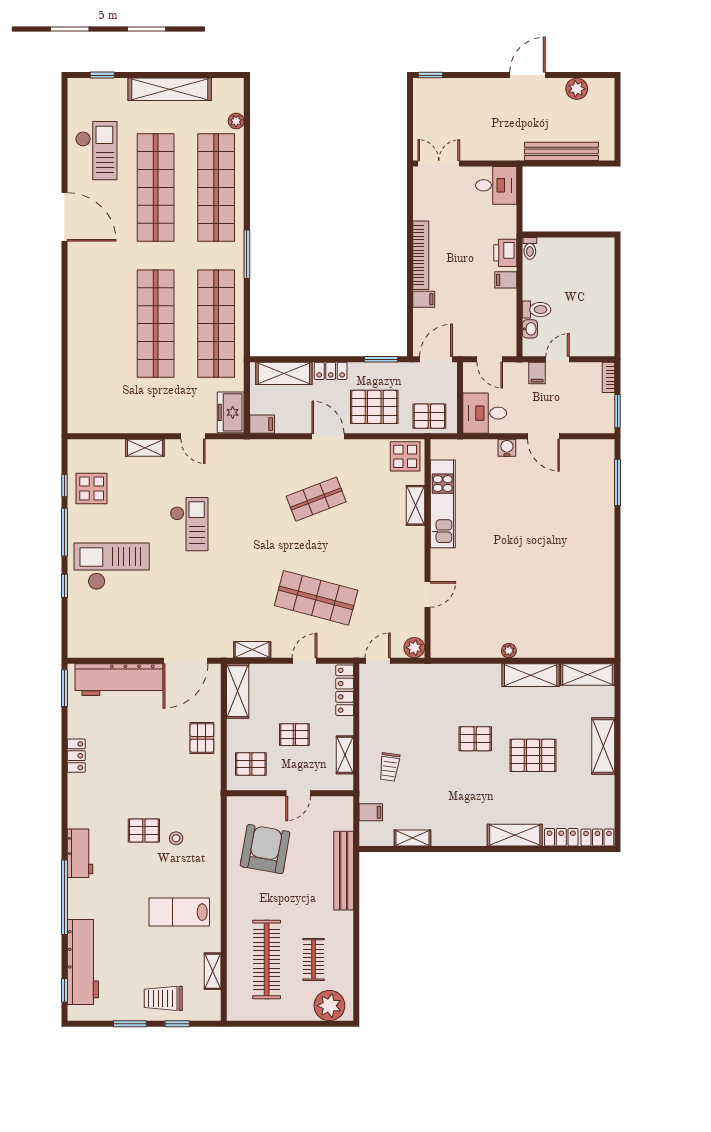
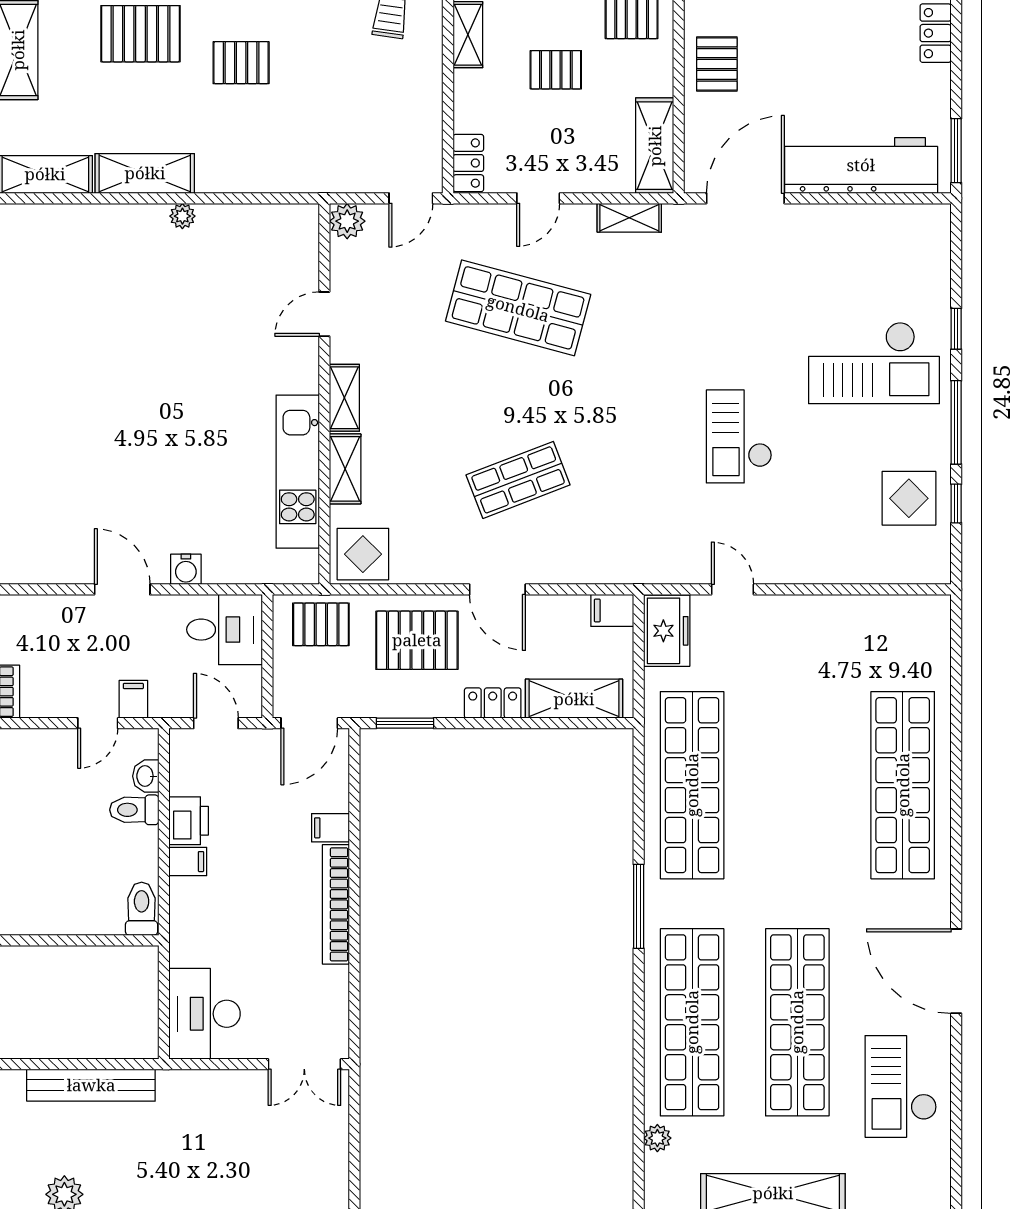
desk: (496, 185) -> (205, 1014), width x1.37
toilet: (530, 248) -> (142, 909), width x1.37, depth x1.39
printer: (505, 253) -> (189, 821), moved
shop shelf: (156, 324) -> (903, 785), moved
shelving: (145, 448) -> (344, 398), moved, turned 90
locker: (345, 690) -> (468, 163), width x0.66

